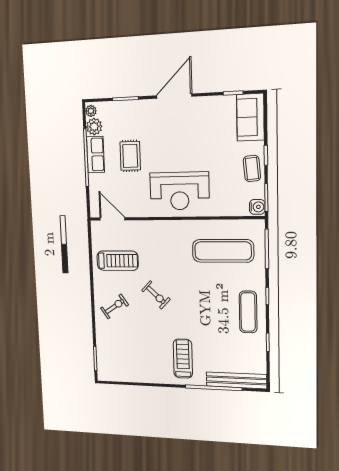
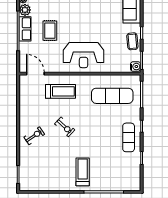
treadmill: (118, 261) -> (60, 91), moved
bench: (236, 380) -> (120, 186), removed

